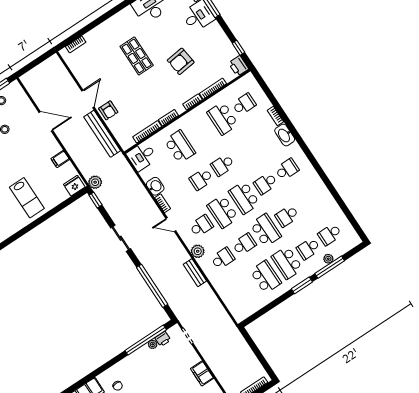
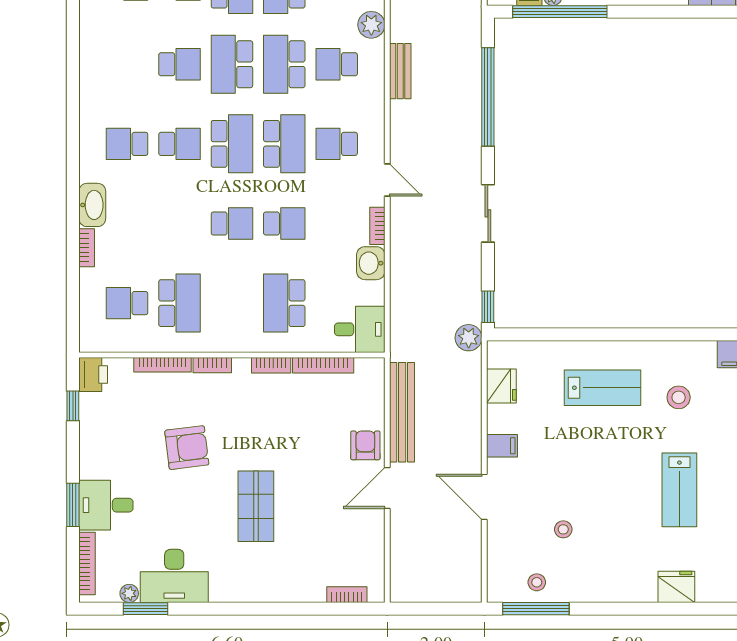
filing cabinet: (60, 159) -> (502, 446), moved
fridge: (74, 186) -> (501, 386), moved, turned -90
lab bench: (27, 198) -> (603, 388), turned 90
school desk: (244, 244) -> (284, 64), width x1.85
plant: (198, 251) -> (371, 25), moved

